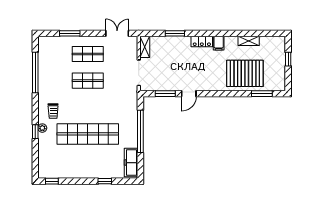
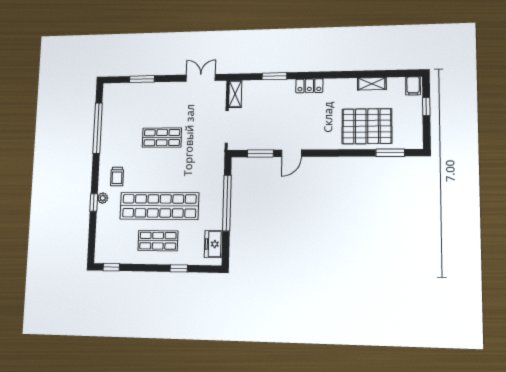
filing cabinet: (219, 43) -> (413, 86), moved
shop shelf: (88, 54) -> (158, 241), moved
freezer: (131, 163) -> (213, 244), width x0.71

